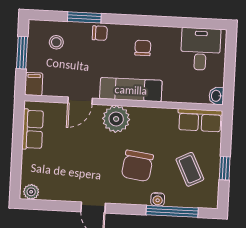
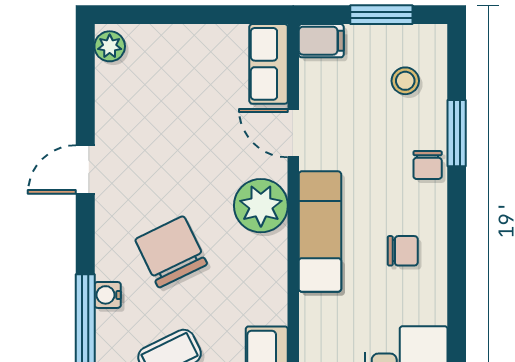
row of seats: (33, 129) -> (269, 64), moved, turned 90
chair: (137, 166) -> (171, 252), turned 56

